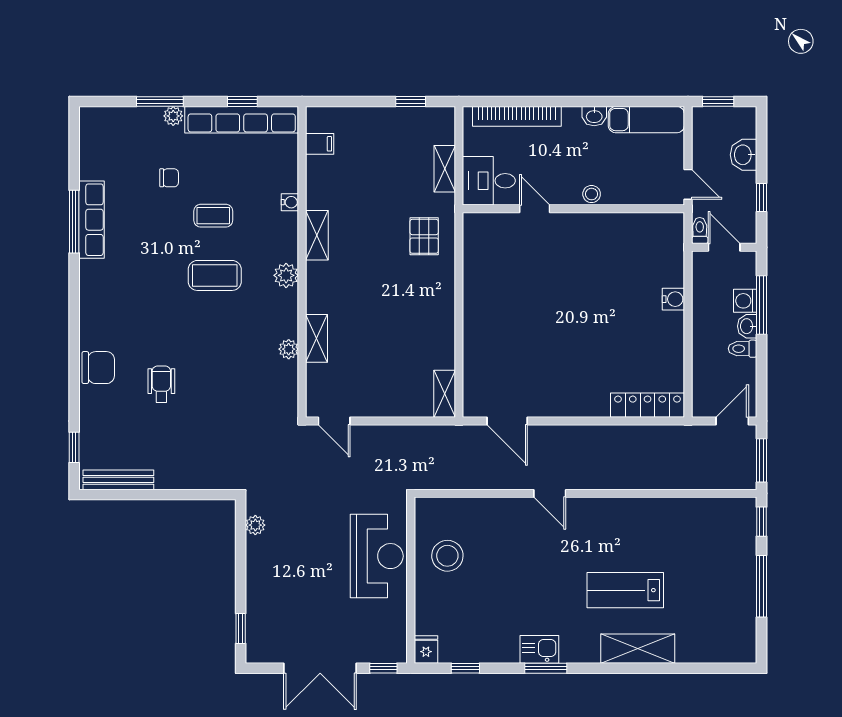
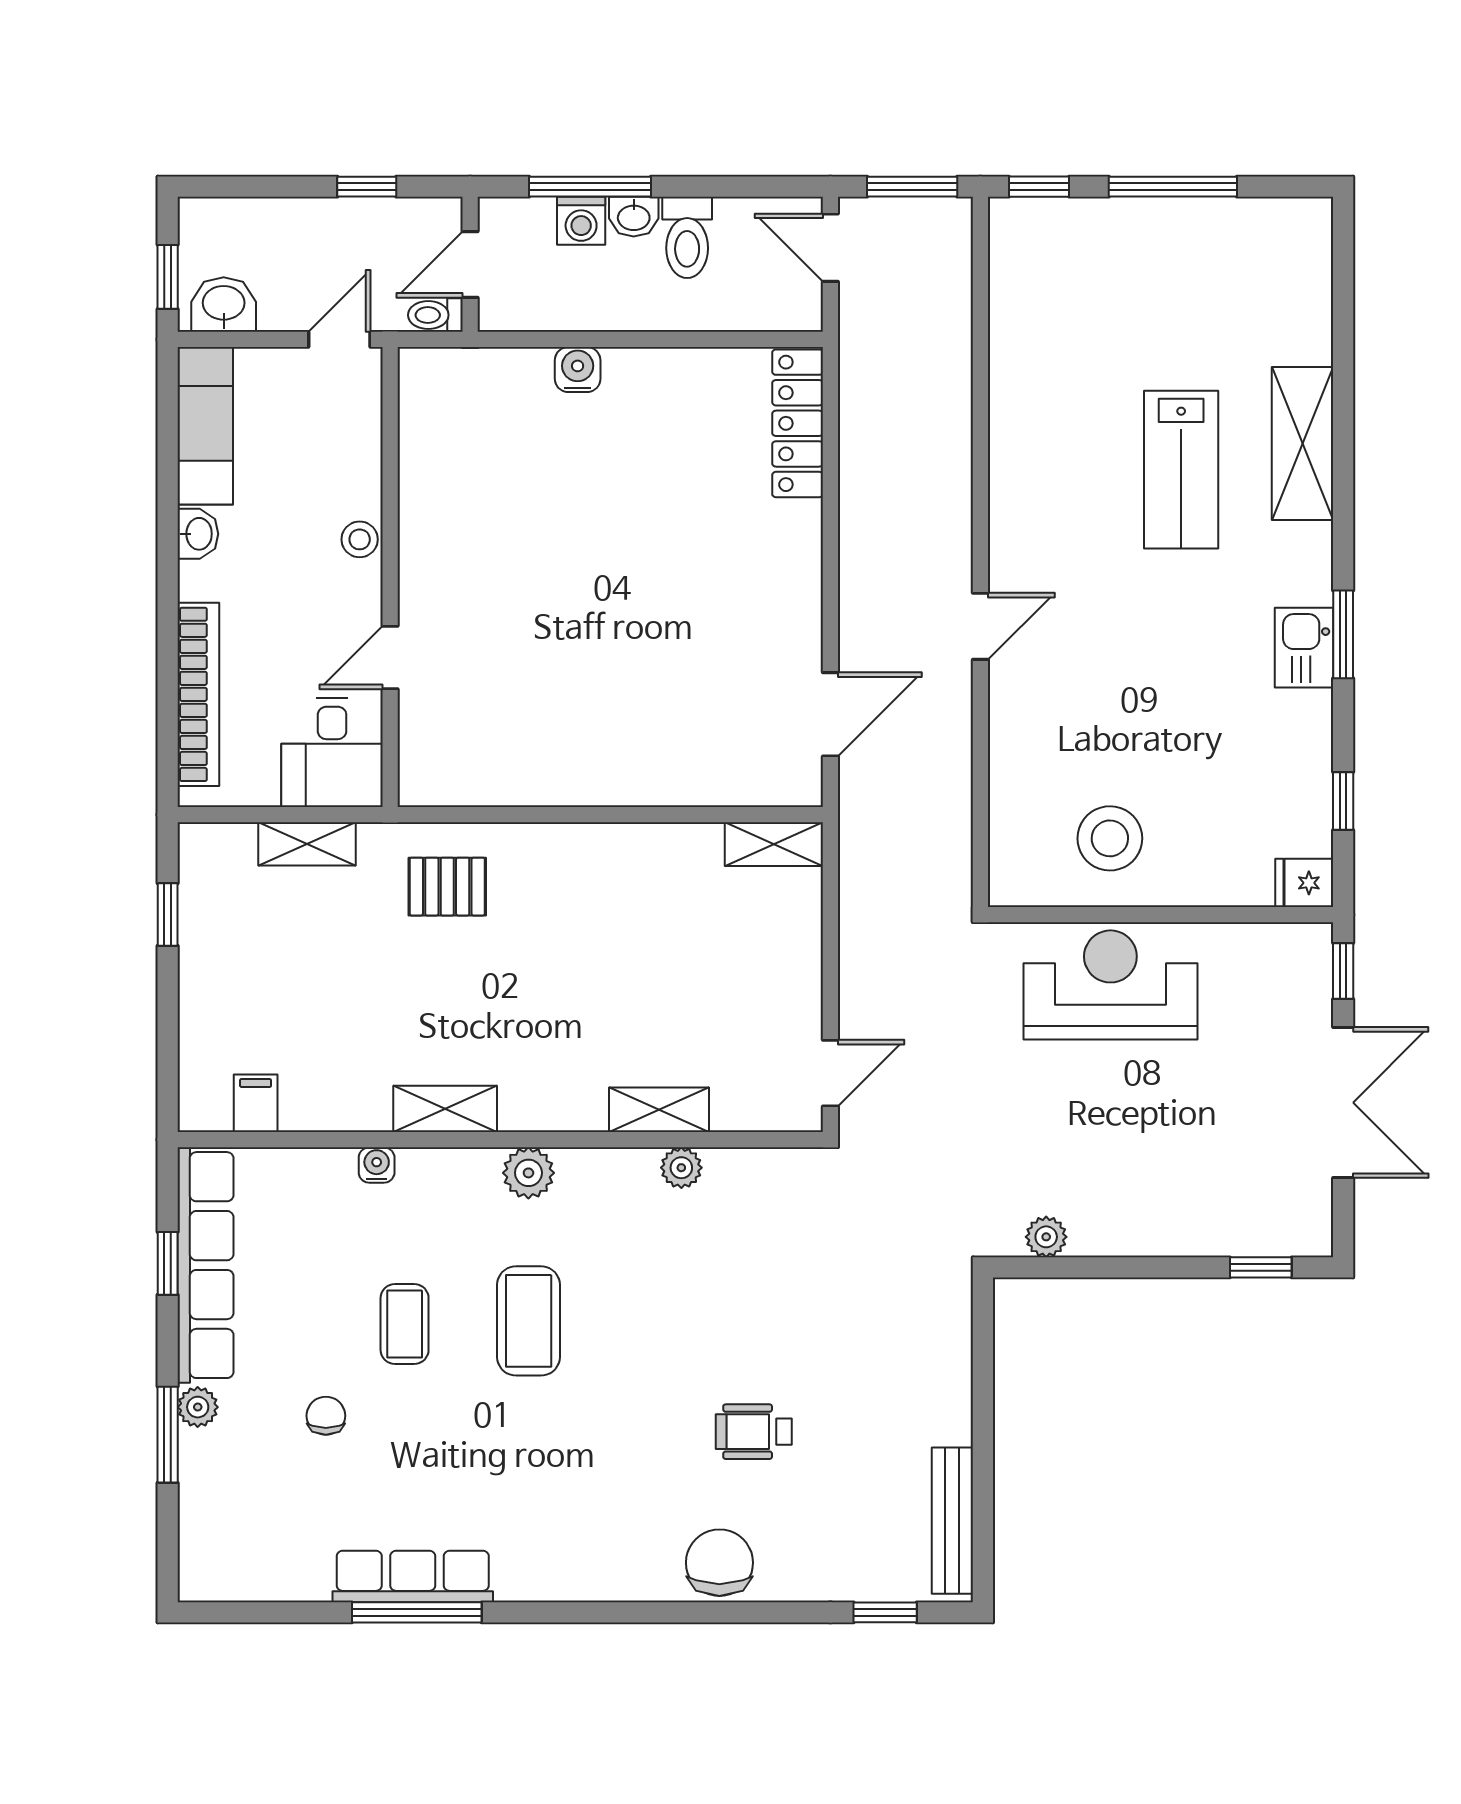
washbasin: (744, 155) -> (224, 304), moved, turned 180
toilet: (743, 349) -> (687, 237), width x1.37, depth x1.39

